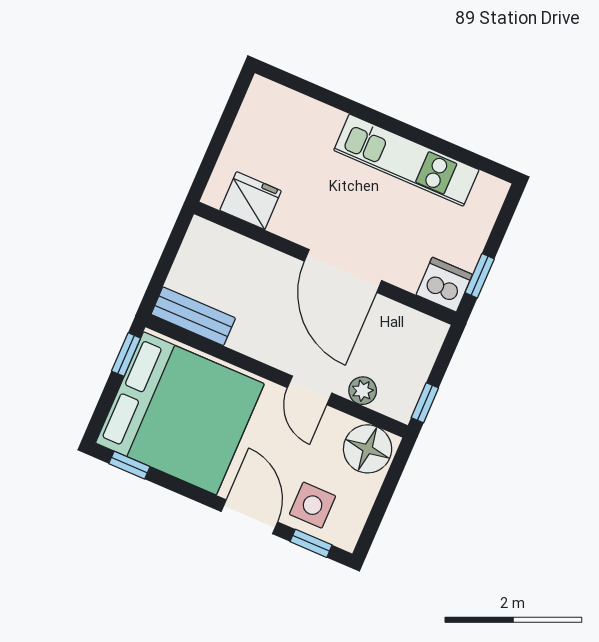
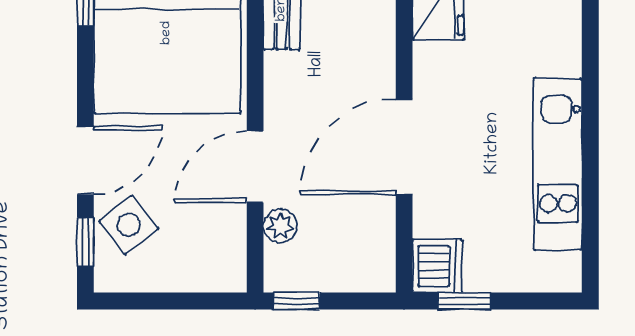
door: (310, 390) -> (255, 167), width x1.38
floor lamp: (368, 449) -> (218, 259), removed
side table: (313, 505) -> (129, 225), turned -38

